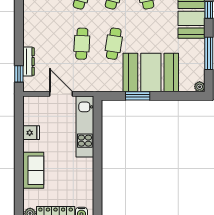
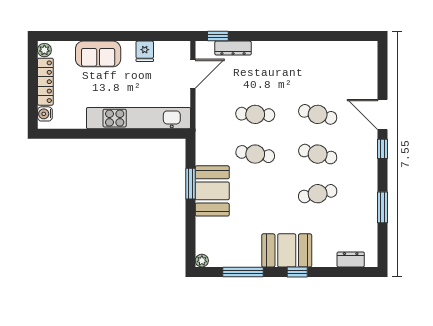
booth: (151, 73) -> (212, 191), width x0.73, depth x0.70
door: (61, 94) -> (193, 74), moved
kitchen unit: (85, 127) -> (139, 118), width x1.36

